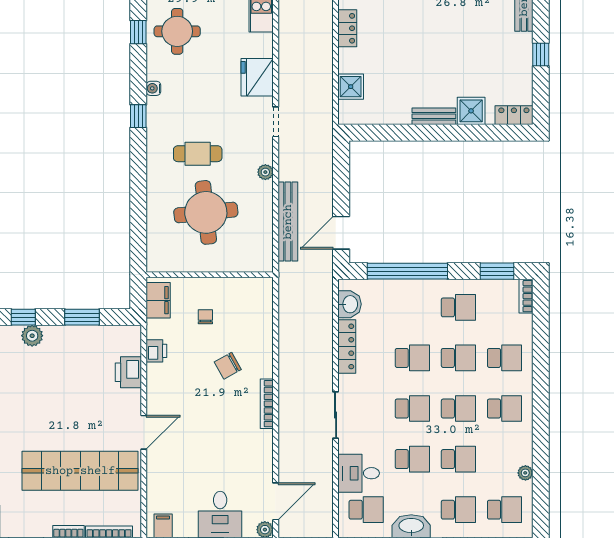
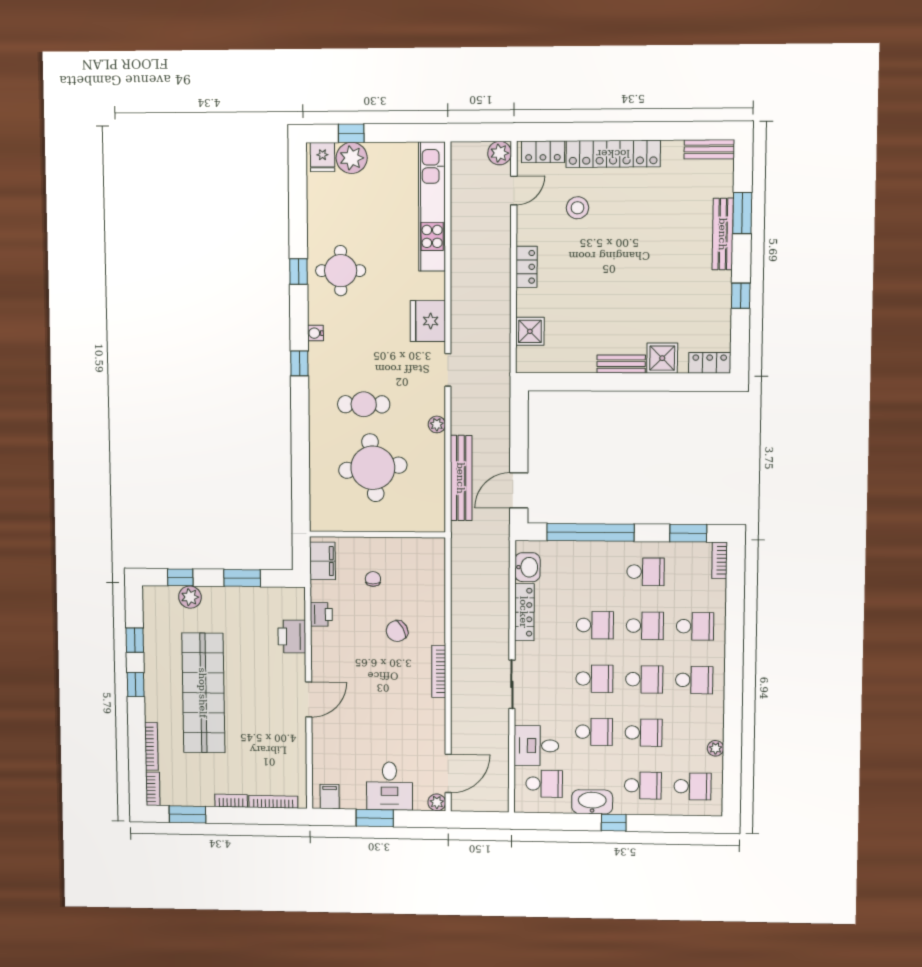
shop shelf: (80, 471) -> (203, 693), moved, turned 90

